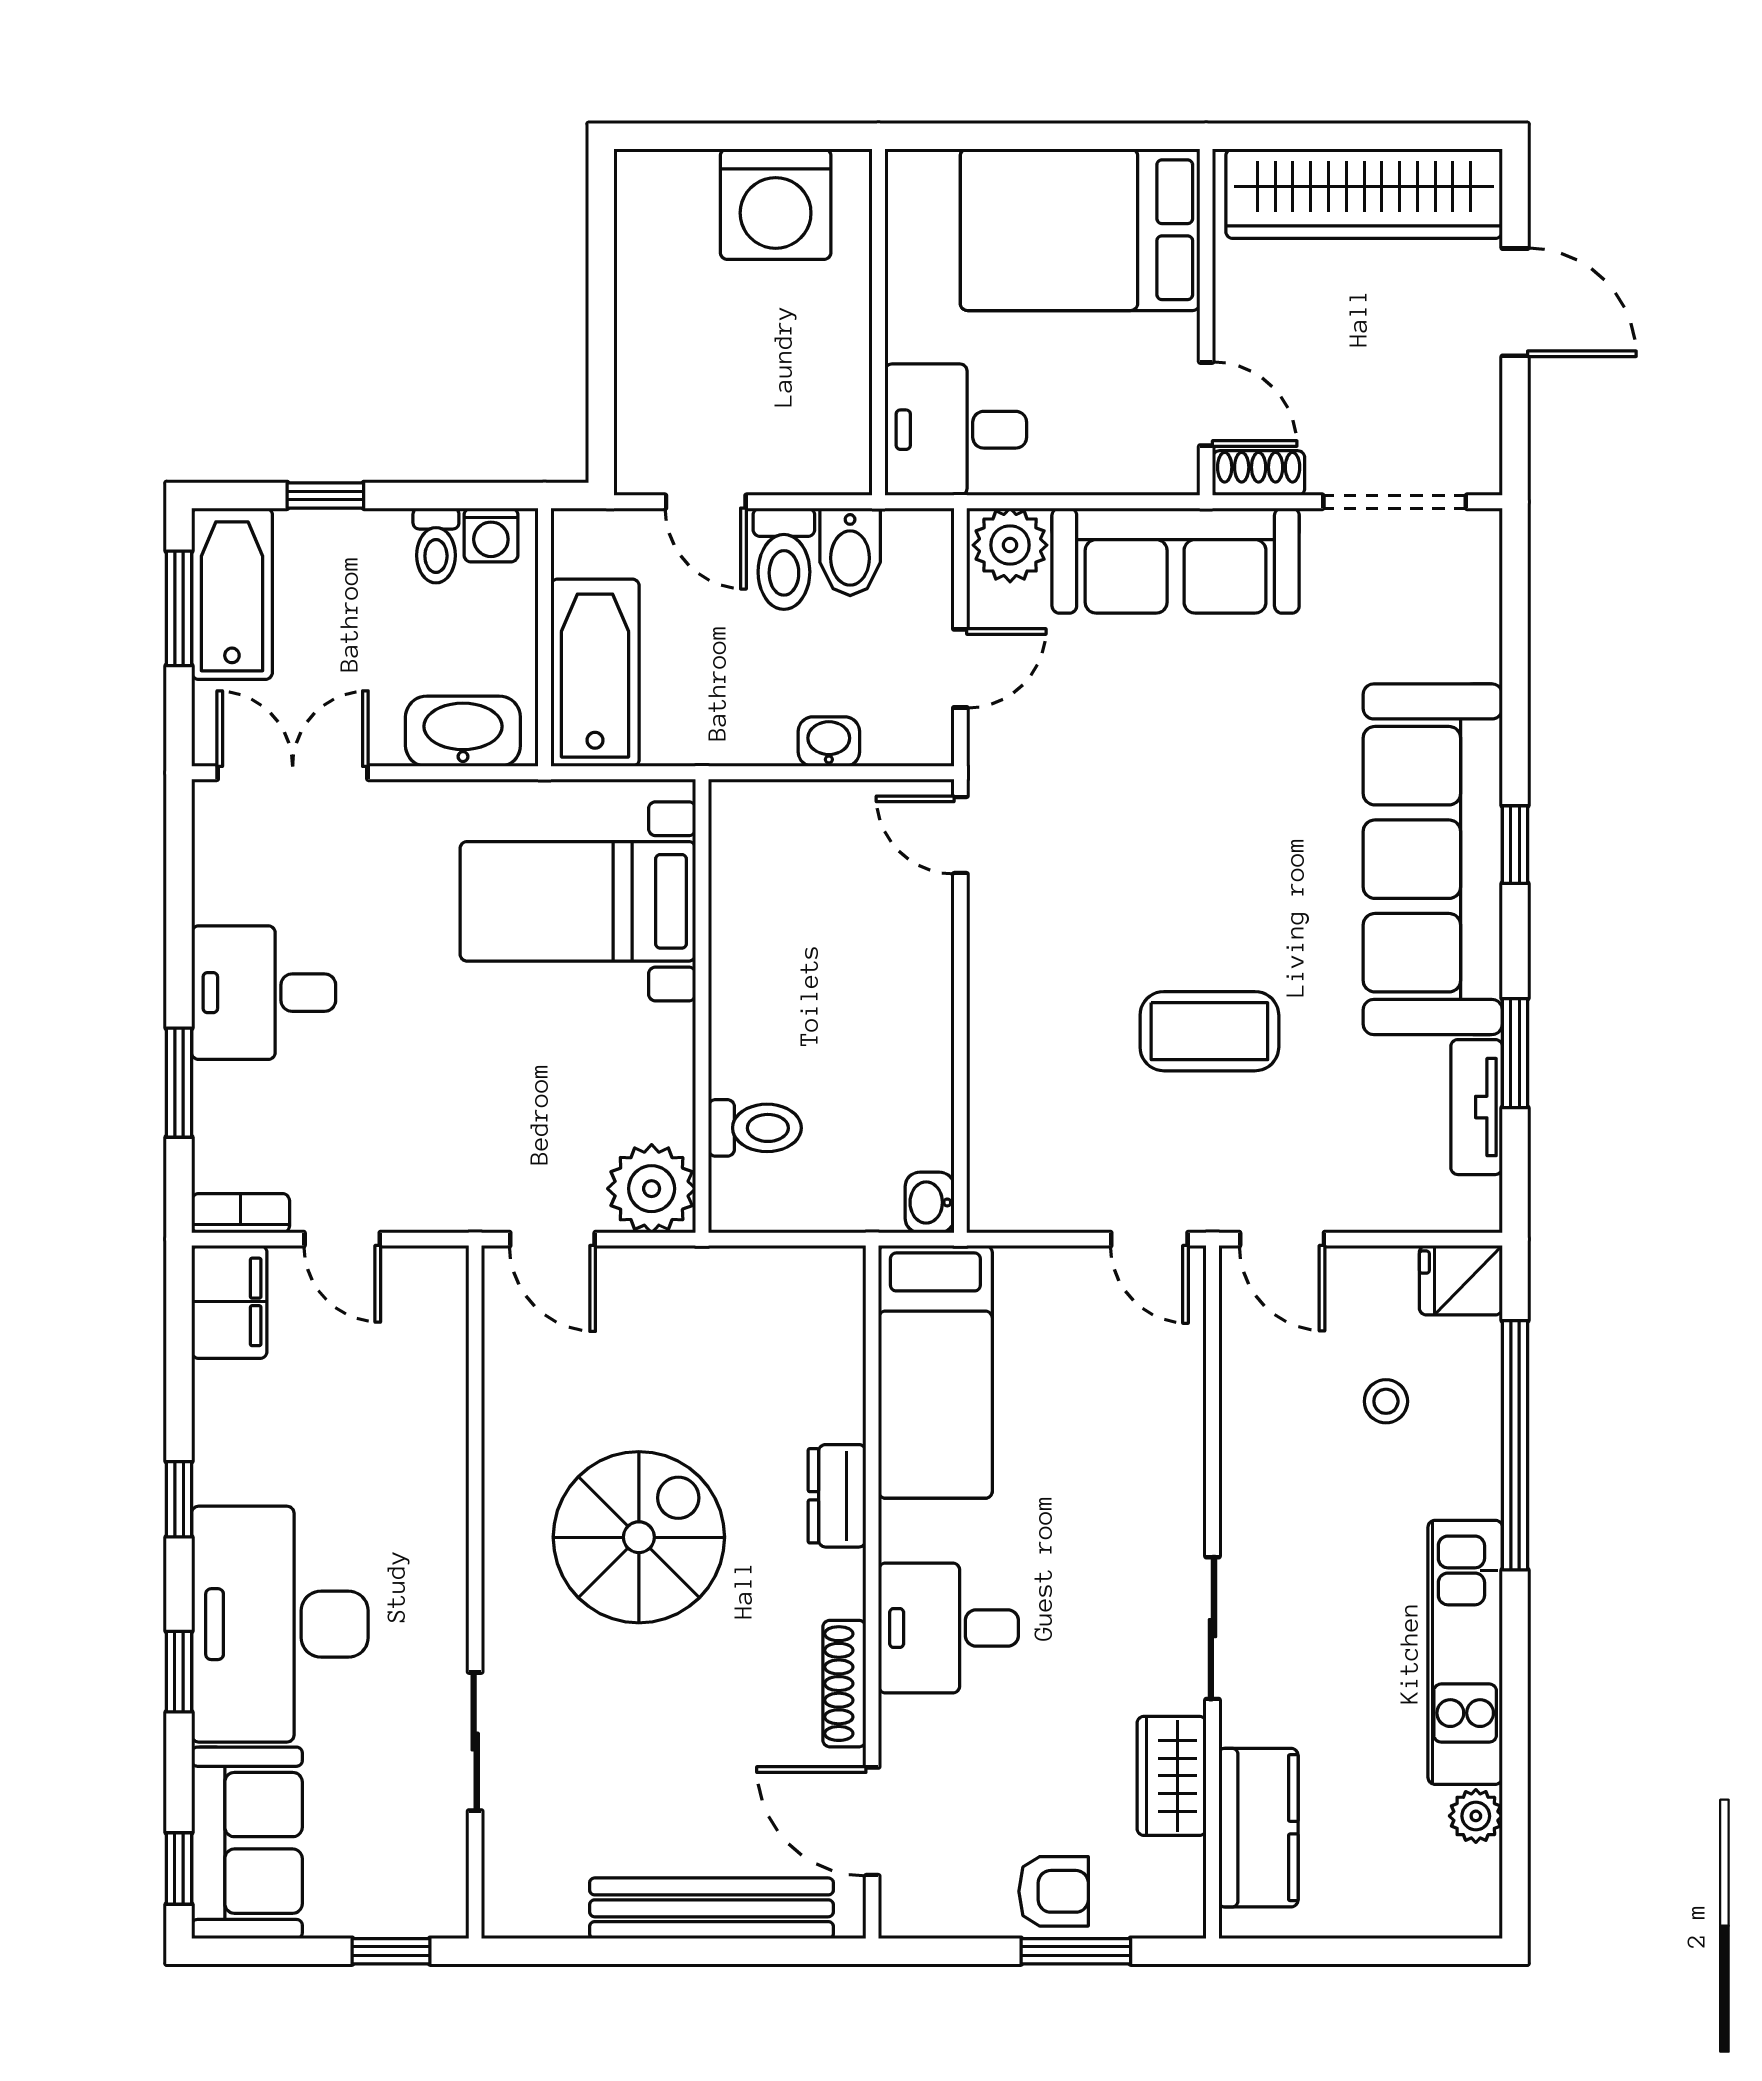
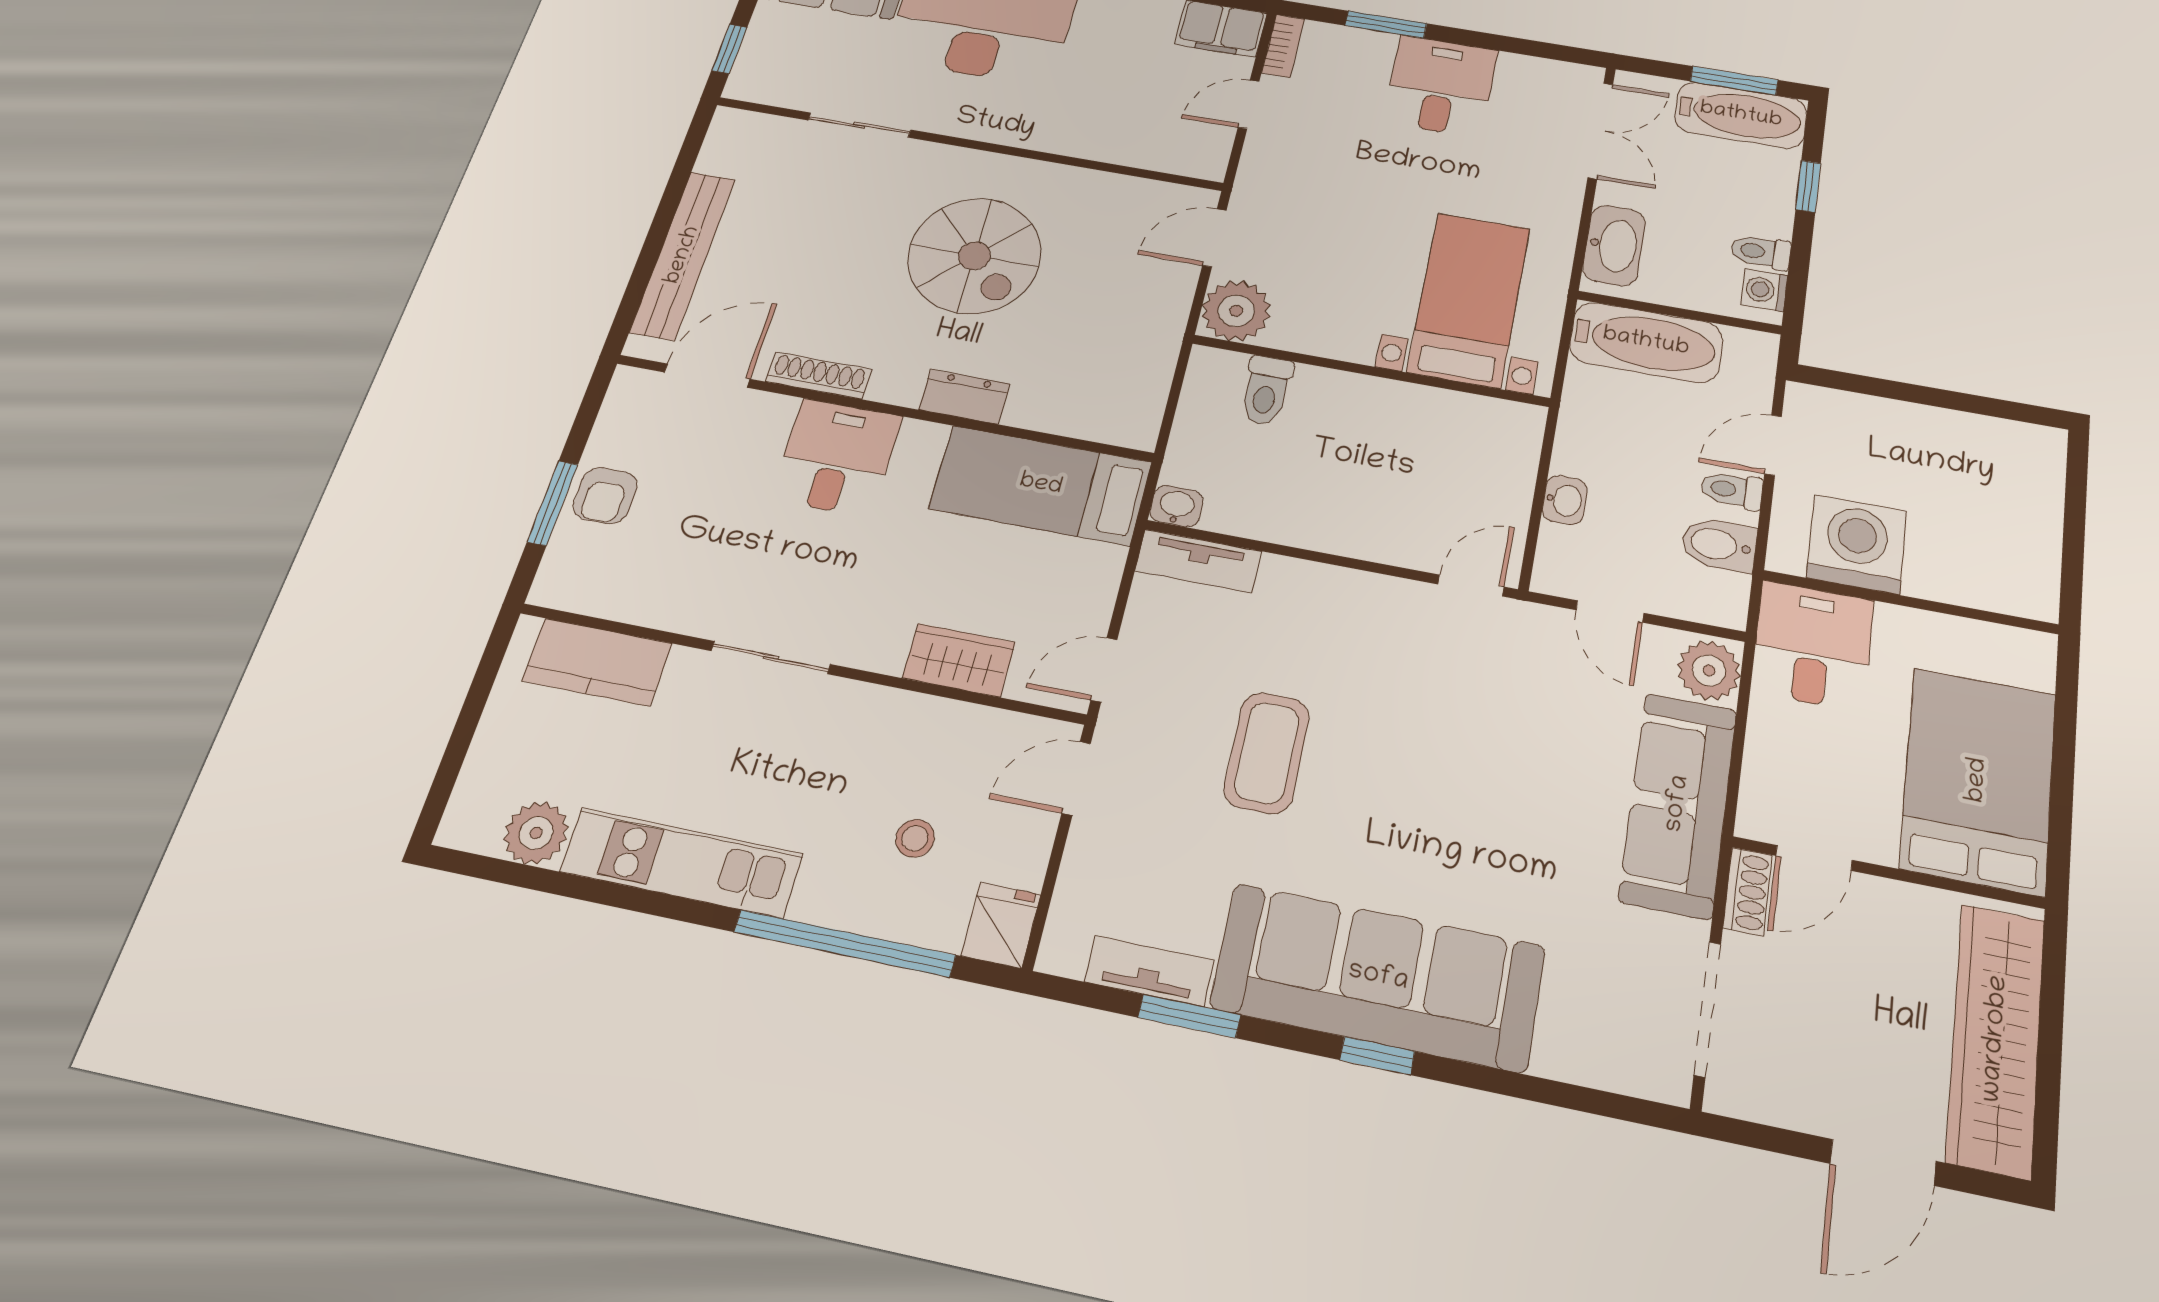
washing machine: (776, 204) -> (1857, 544), moved, turned 90
toilet: (784, 559) -> (1732, 490), width x0.73, depth x0.72
tv unit: (994, 1161) -> (1198, 561), added
wardrobe: (1172, 1776) -> (959, 660), moved
plant: (1476, 1816) -> (536, 833), width x1.38, depth x1.38

